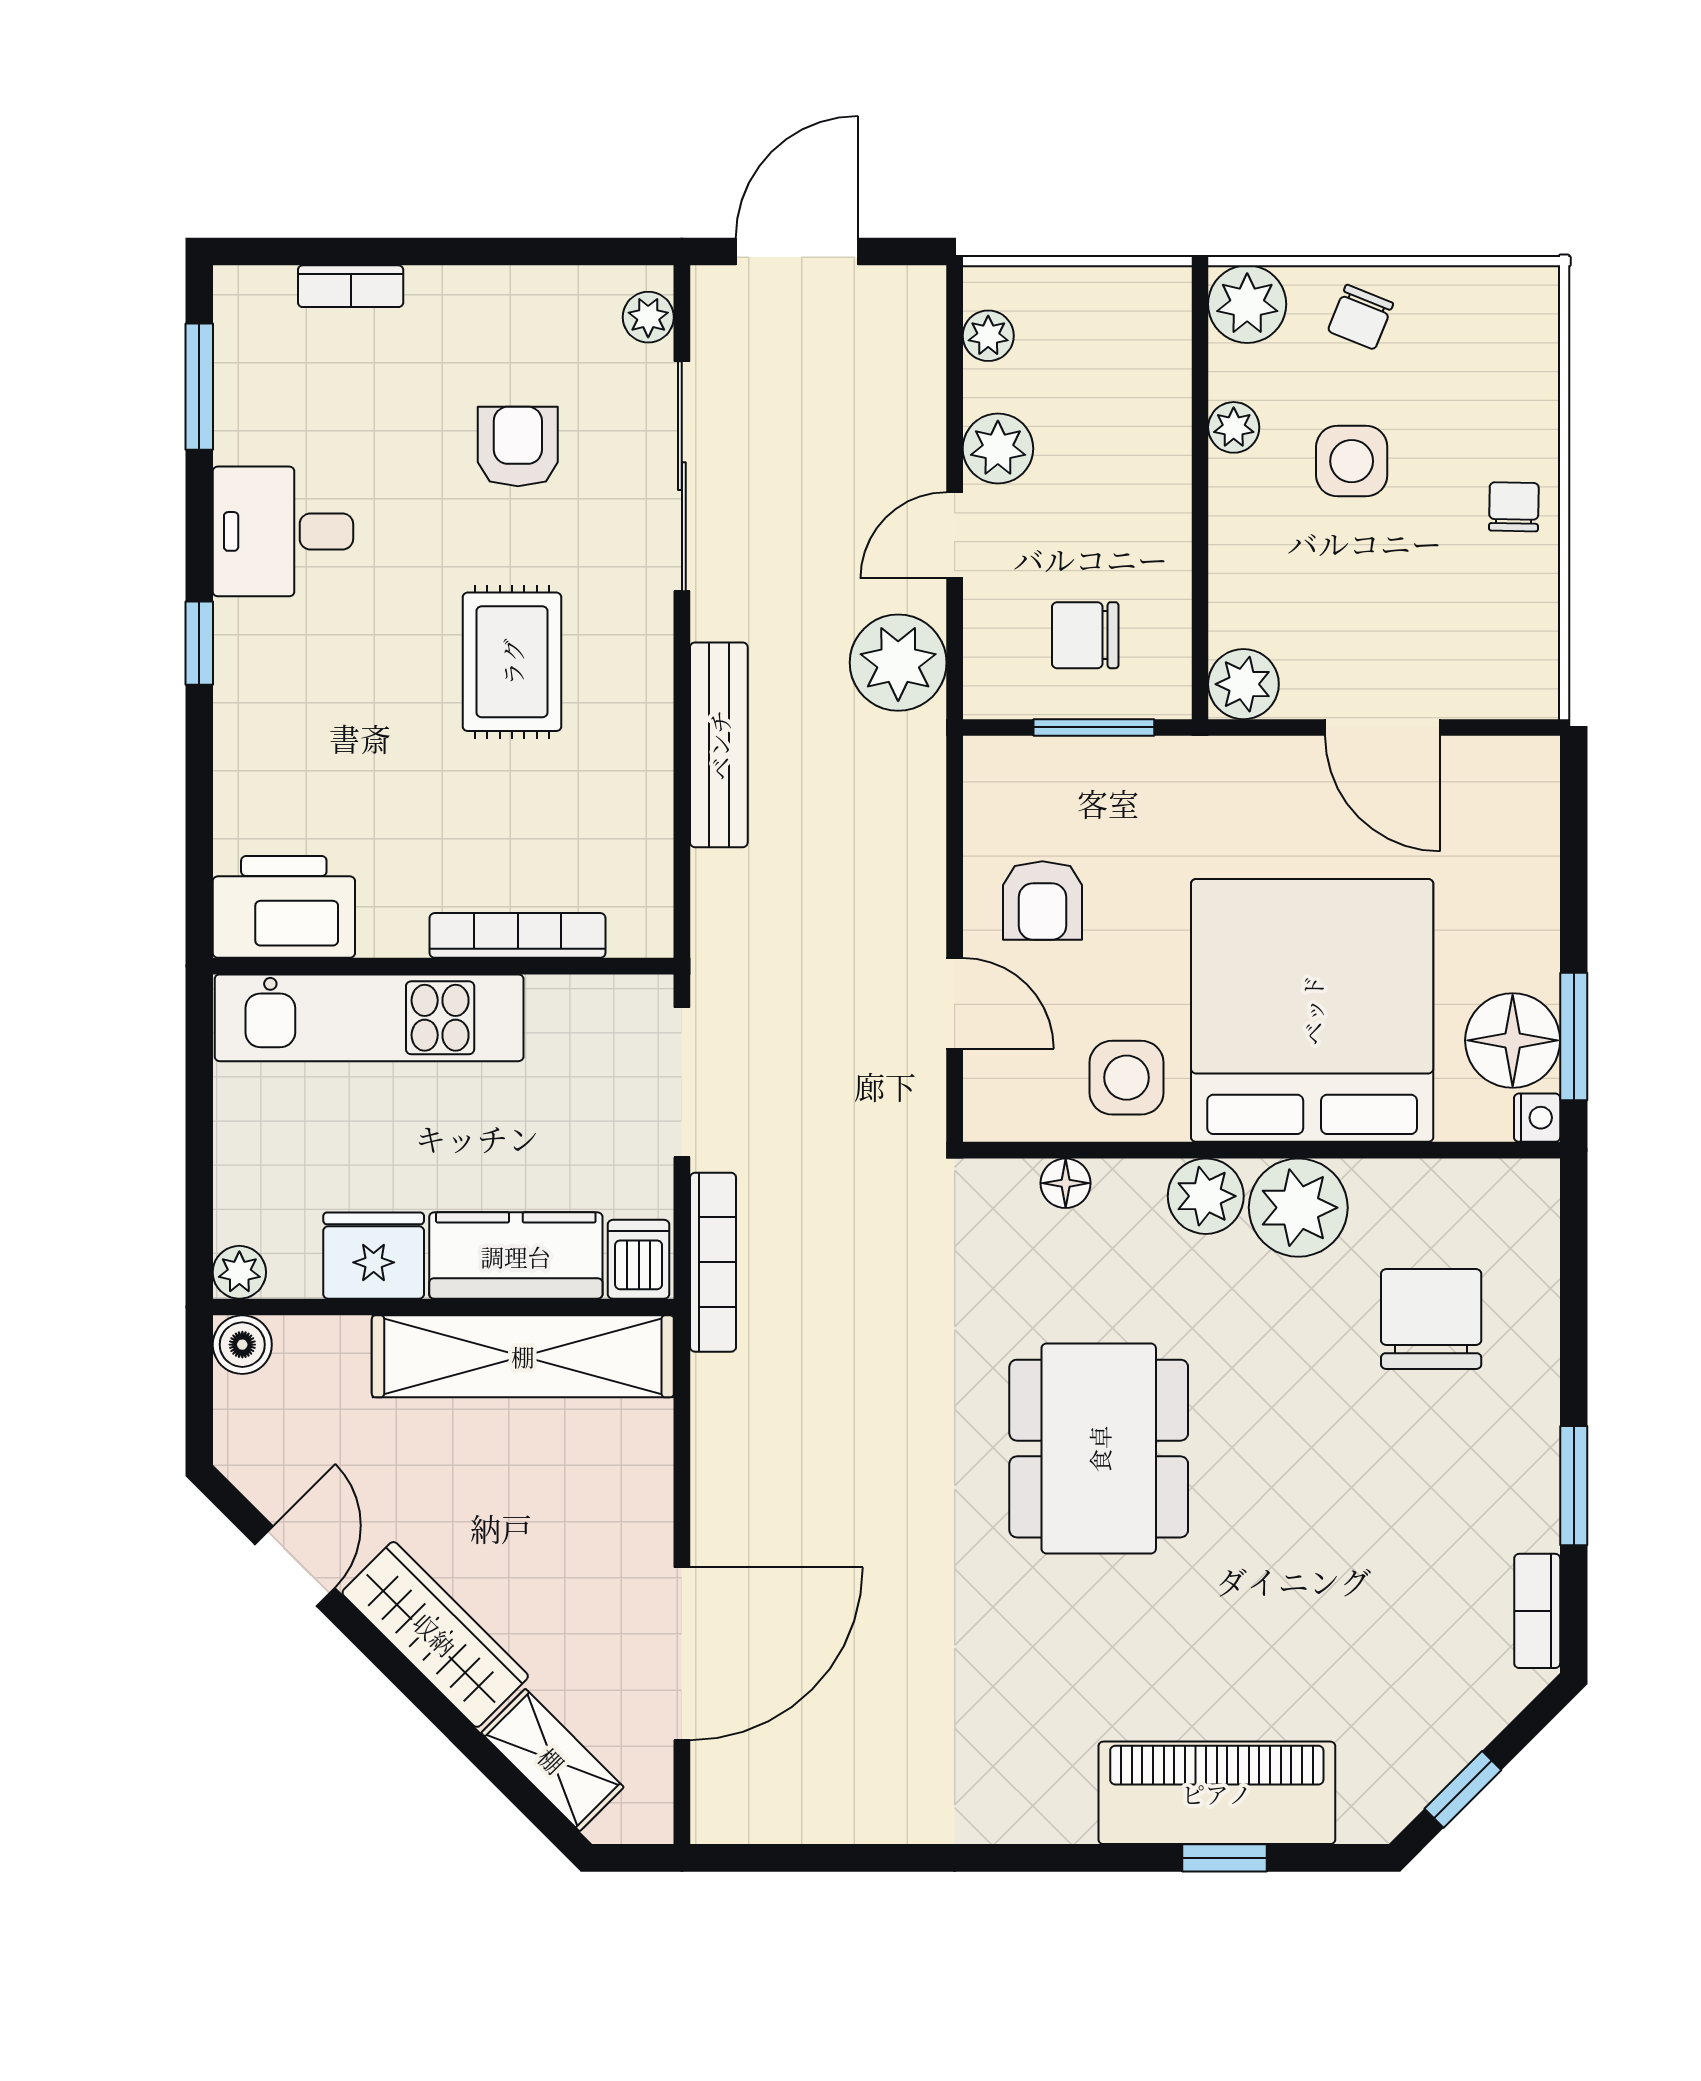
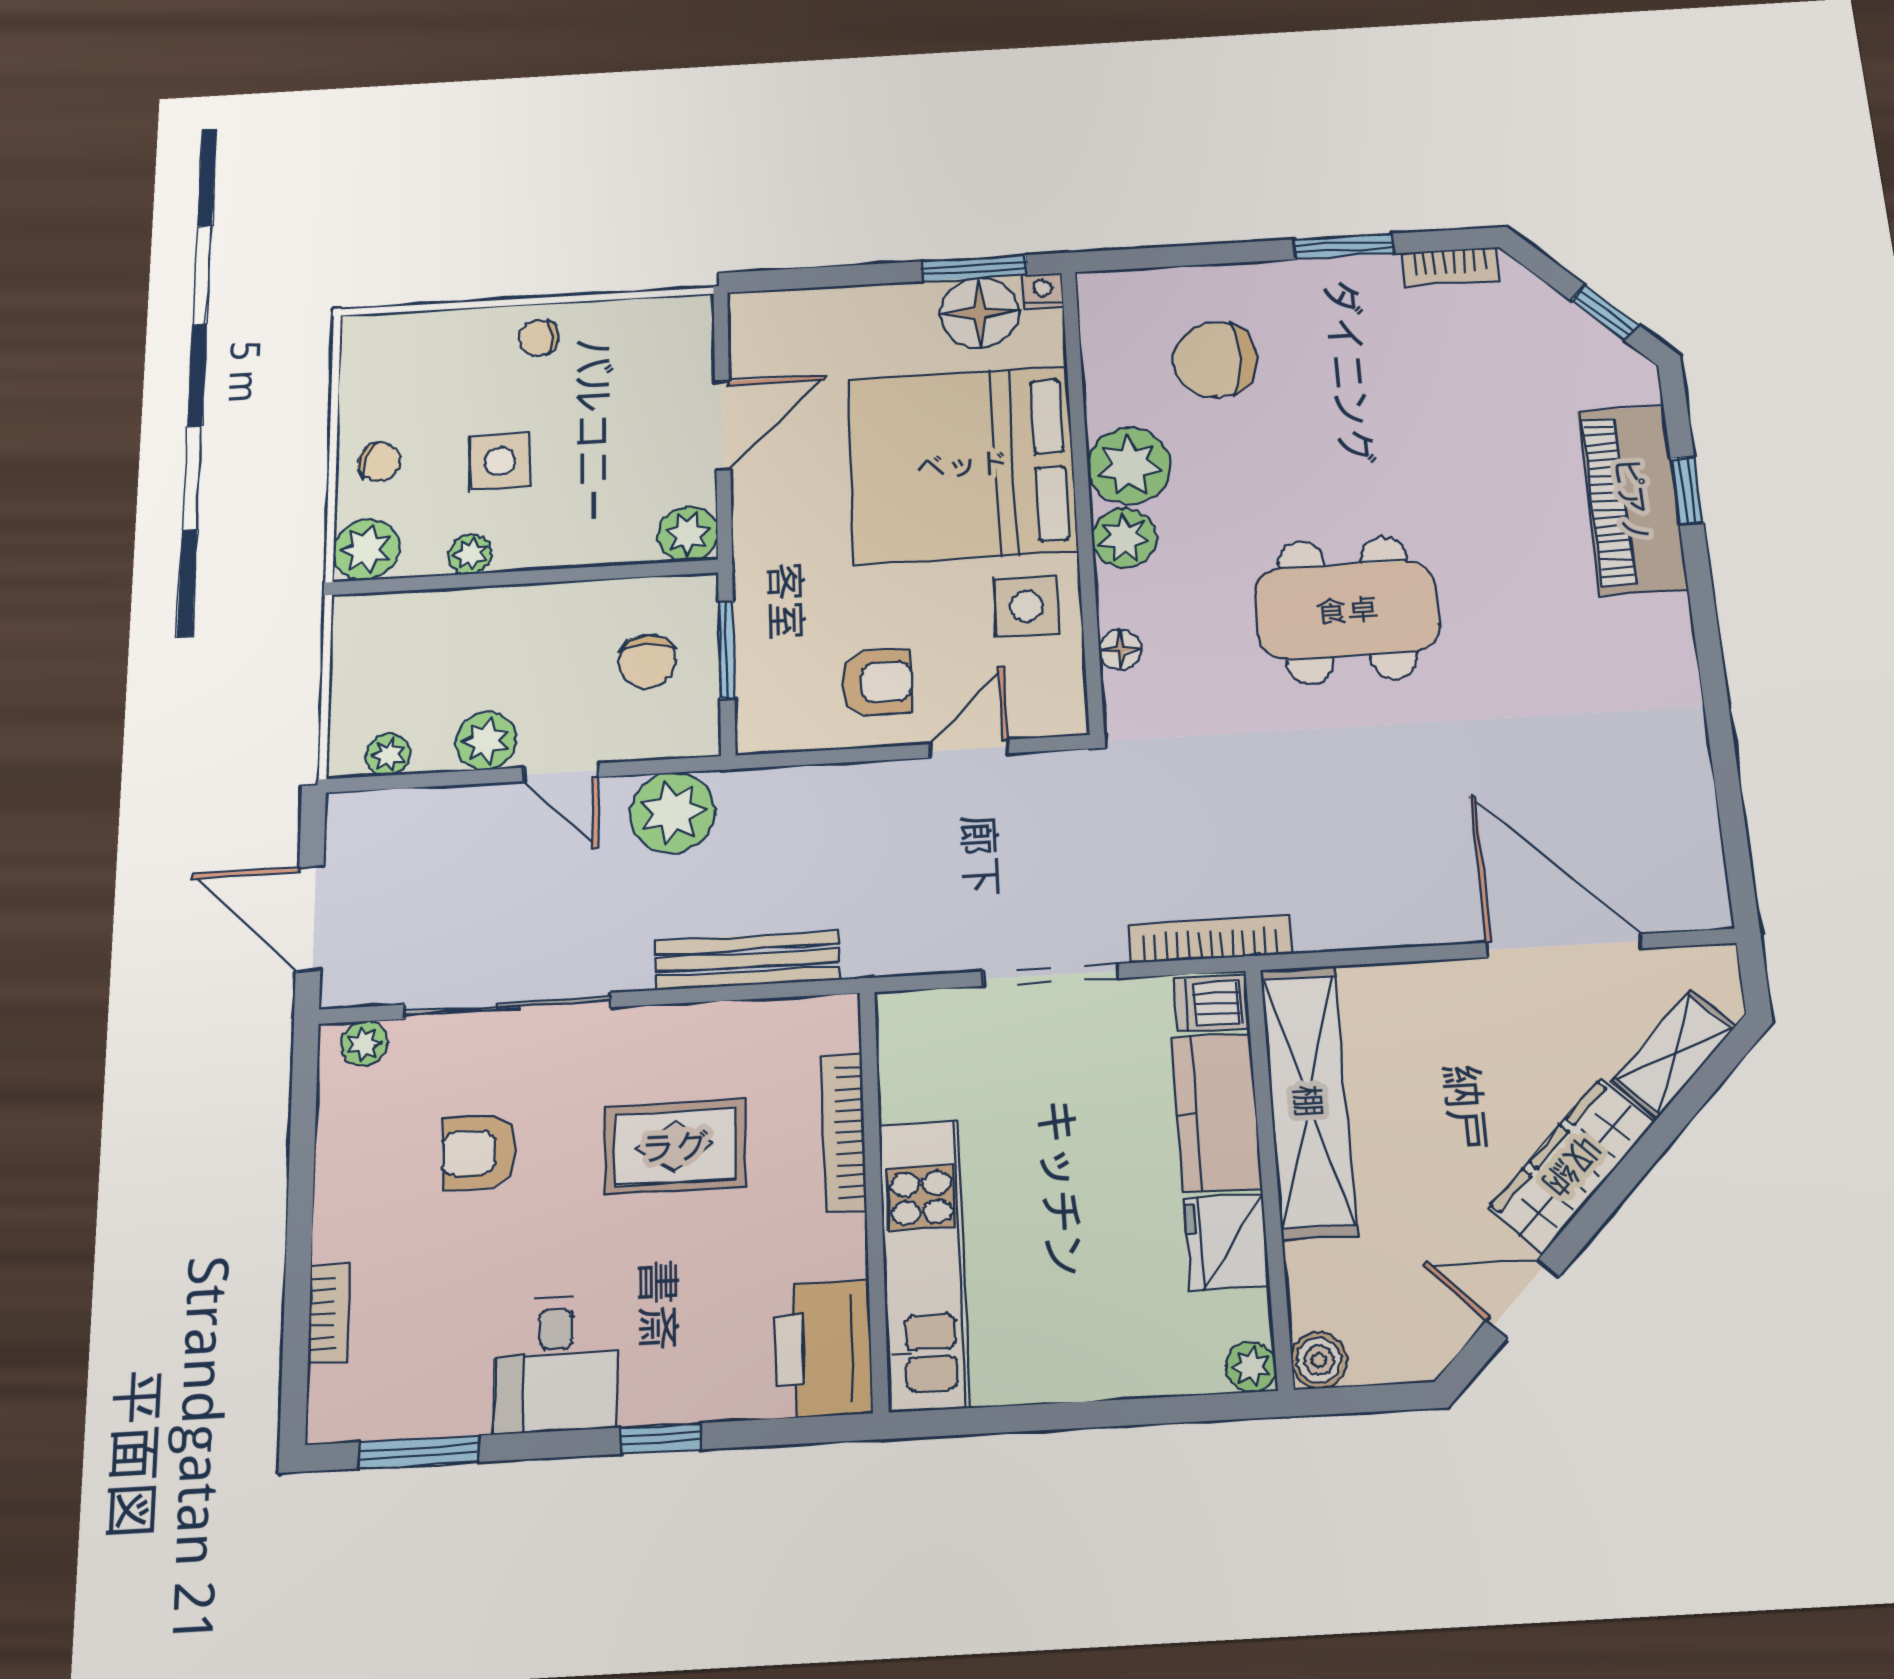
printer: (284, 907) -> (823, 1349), moved
bookcase: (518, 935) -> (844, 1132), moved
wall: (443, 966) -> (874, 1198), moved
kitchen unit: (369, 1018) -> (924, 1263), moved

